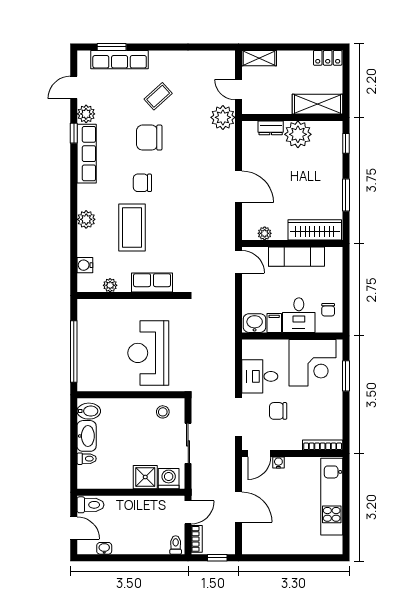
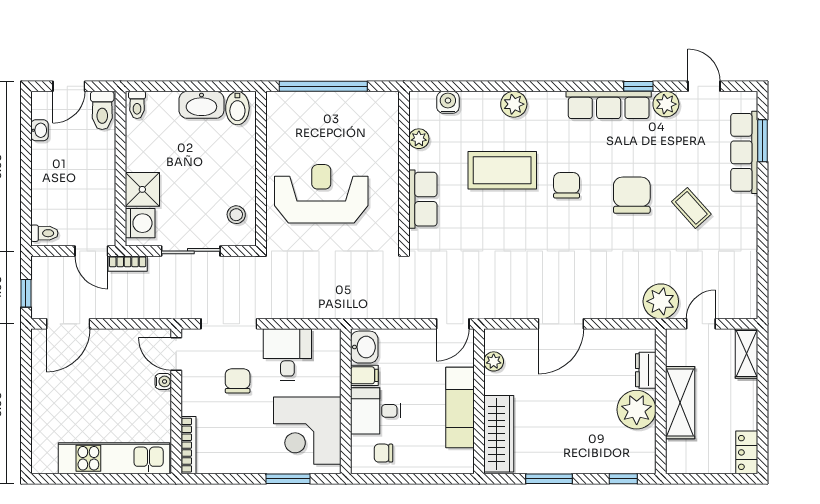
shelving: (317, 104) -> (680, 403), moved
toilet: (87, 459) -> (137, 105), moved
door: (238, 507) -> (68, 324), moved
bookcase: (197, 539) -> (128, 264), moved

